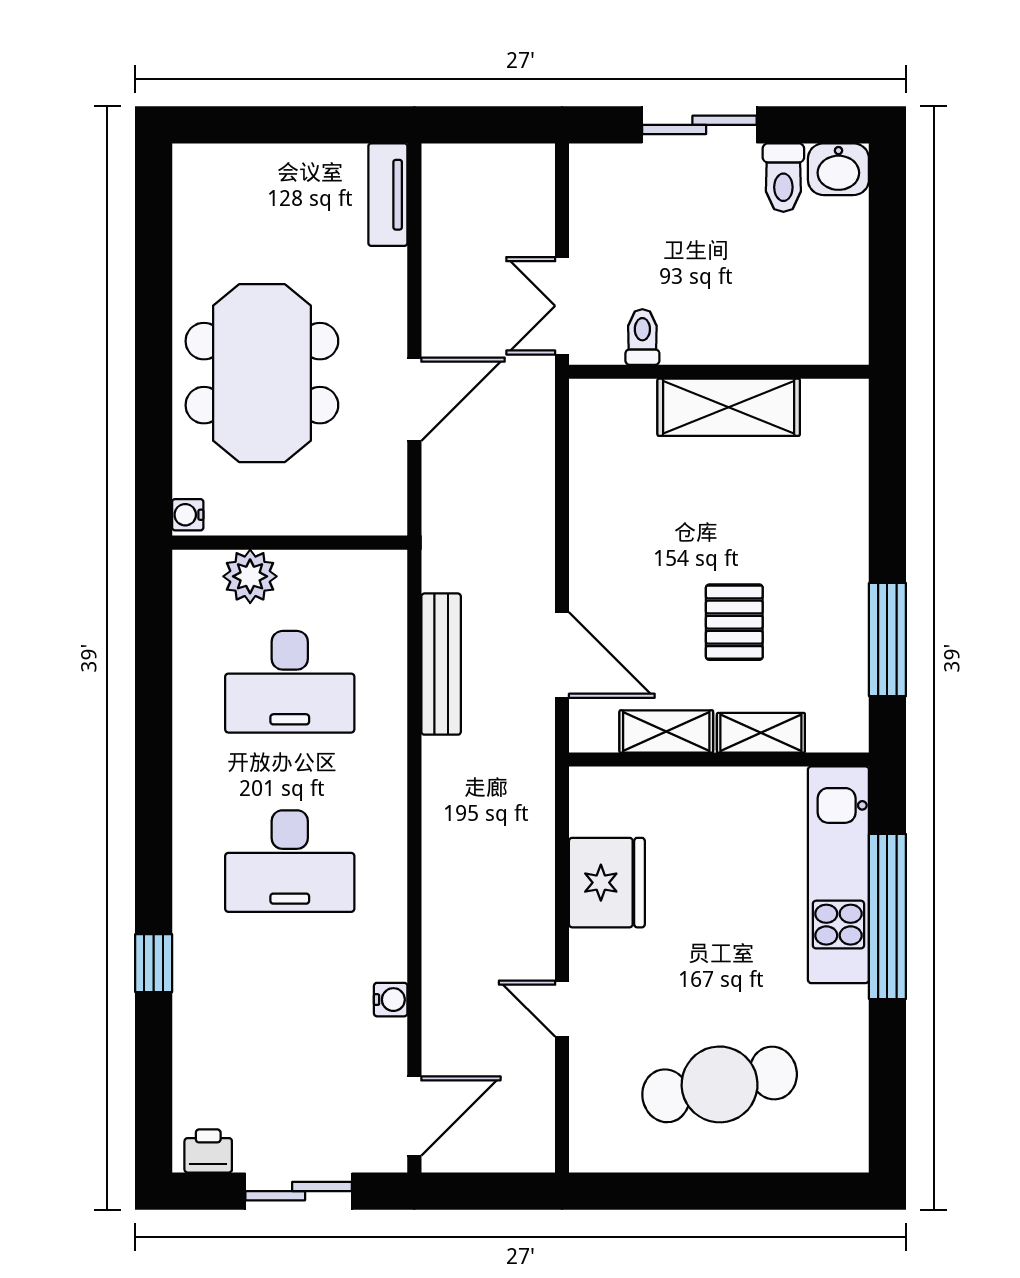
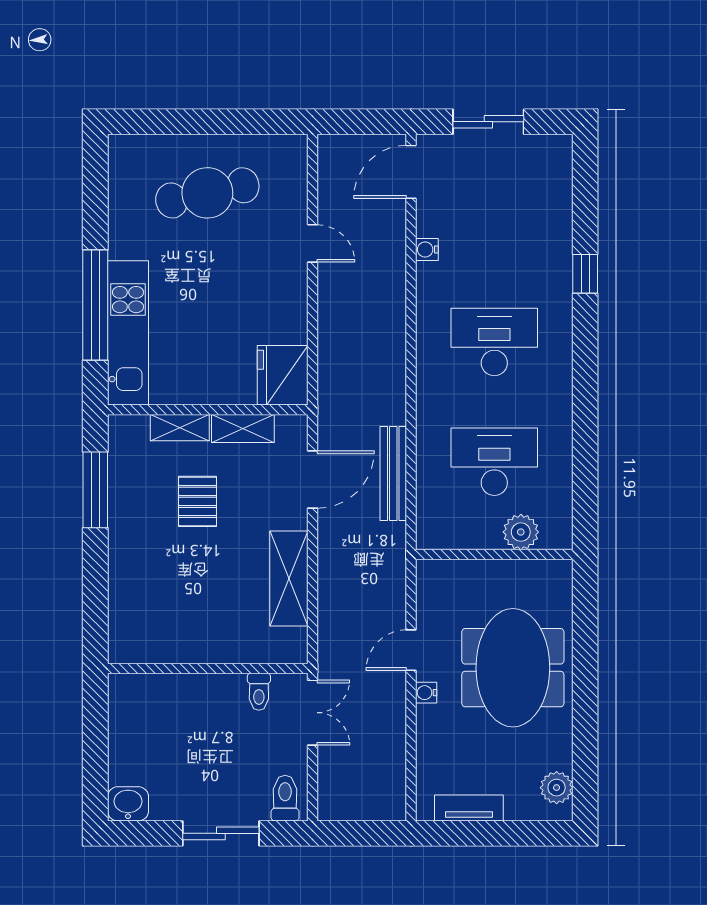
toilet: (783, 178) -> (285, 798), moved
plant: (196, 193) -> (557, 788), added
tv unit: (388, 195) -> (469, 808), moved, turned -90
door: (414, 399) -> (411, 650), width x0.73
shelving: (729, 407) -> (289, 578), moved, turned 90
water cooler: (188, 515) -> (426, 693), moved, turned 180
door: (562, 655) -> (313, 480), swing flipped
fridge: (607, 883) -> (283, 375), moved
printer: (208, 1151) -> (549, 148), removed

